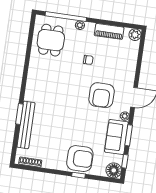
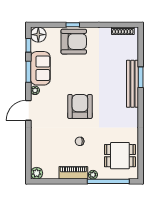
piano: (109, 31) -> (73, 173), moved
dining table: (51, 40) -> (120, 156), turned 90
armchair: (102, 95) -> (80, 106), moved
bench: (26, 125) -> (133, 84), moved
armchair: (80, 159) -> (74, 42), turned 180

